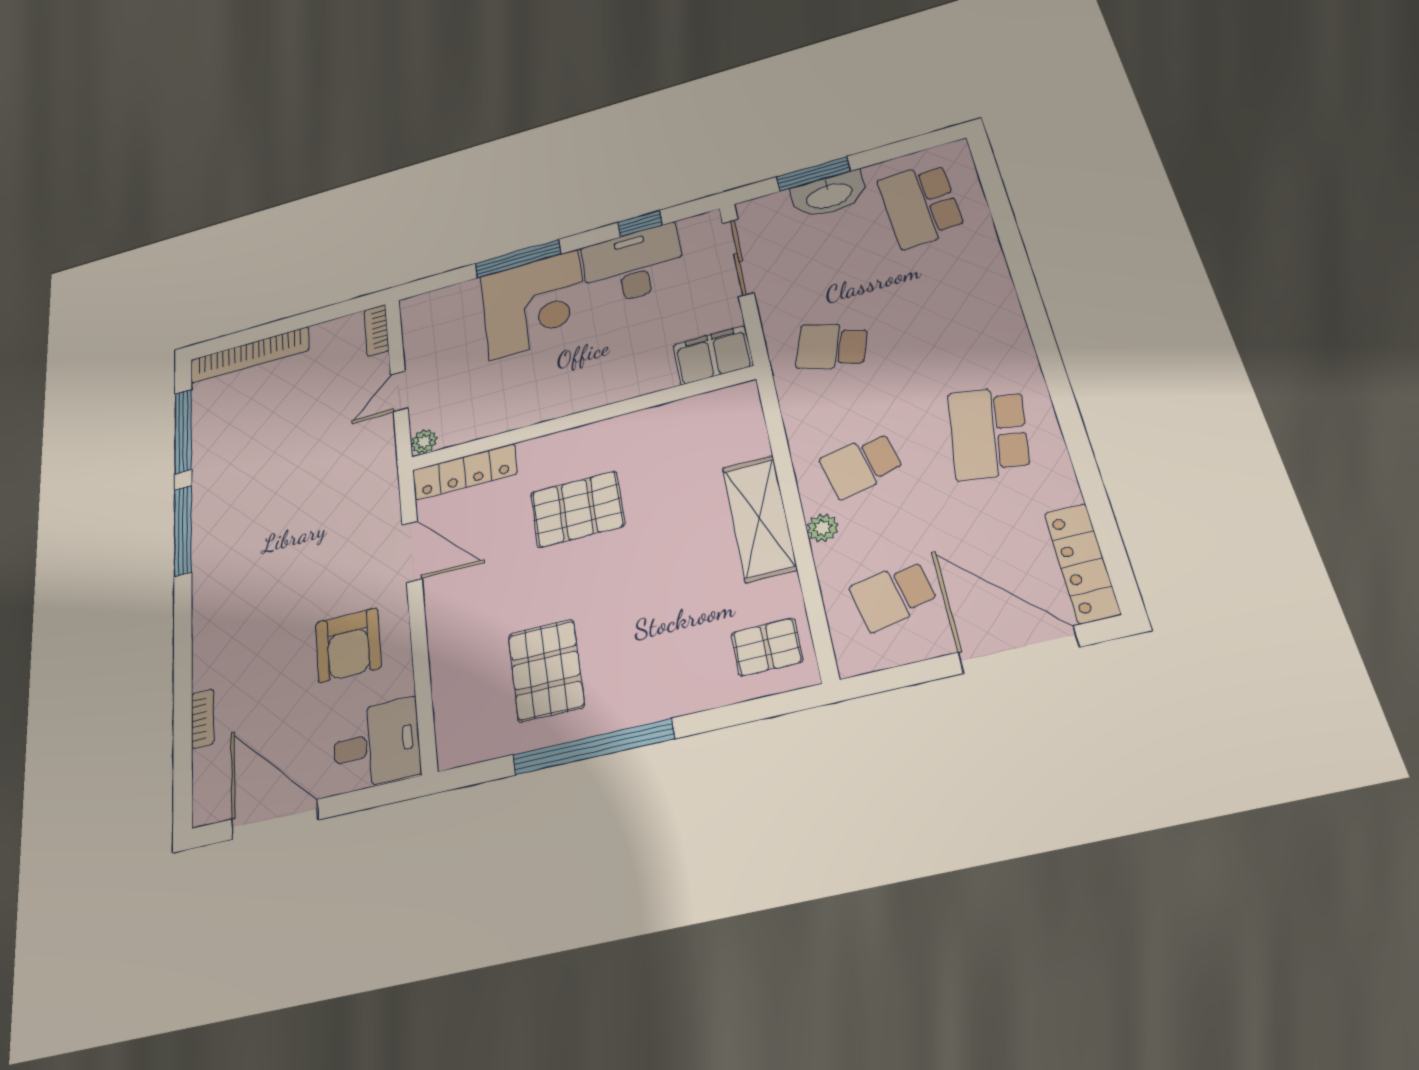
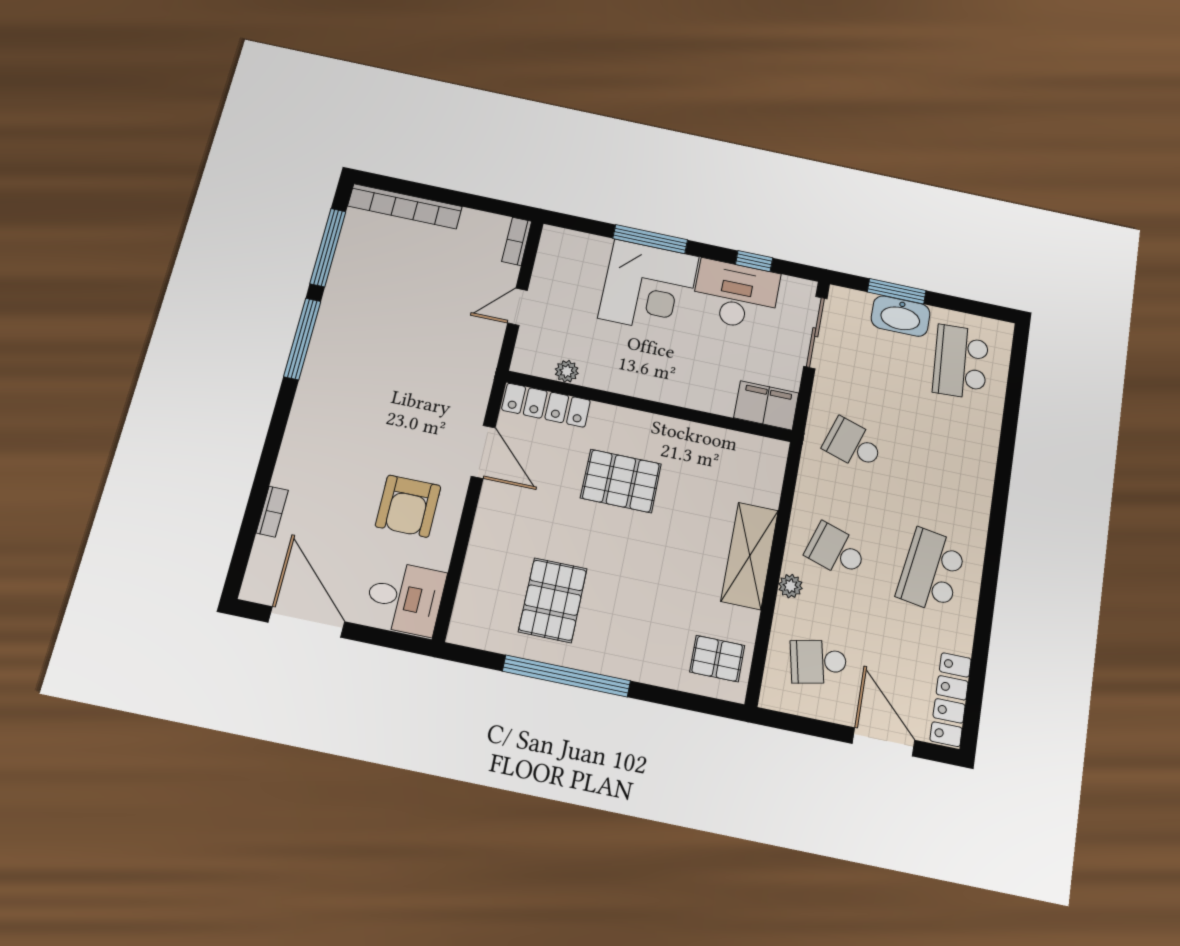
plant: (424, 442) -> (567, 371), moved
school desk: (861, 465) -> (836, 551), turned 30
door: (1018, 650) -> (884, 742), width x0.73

